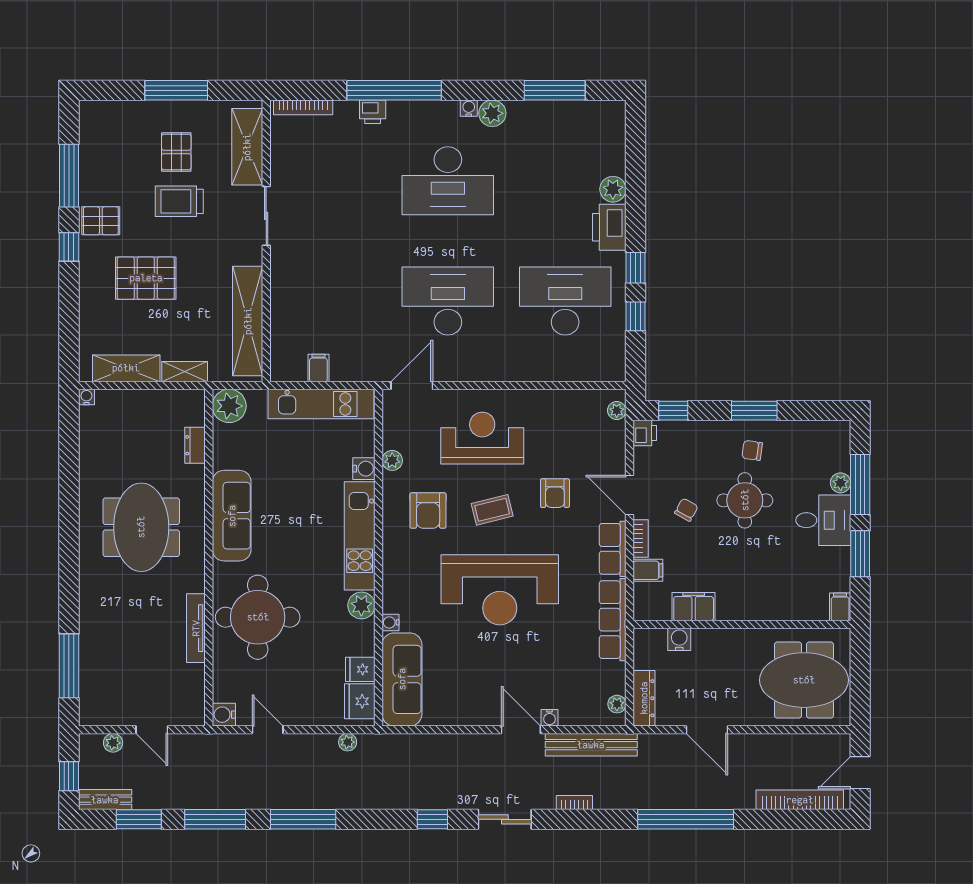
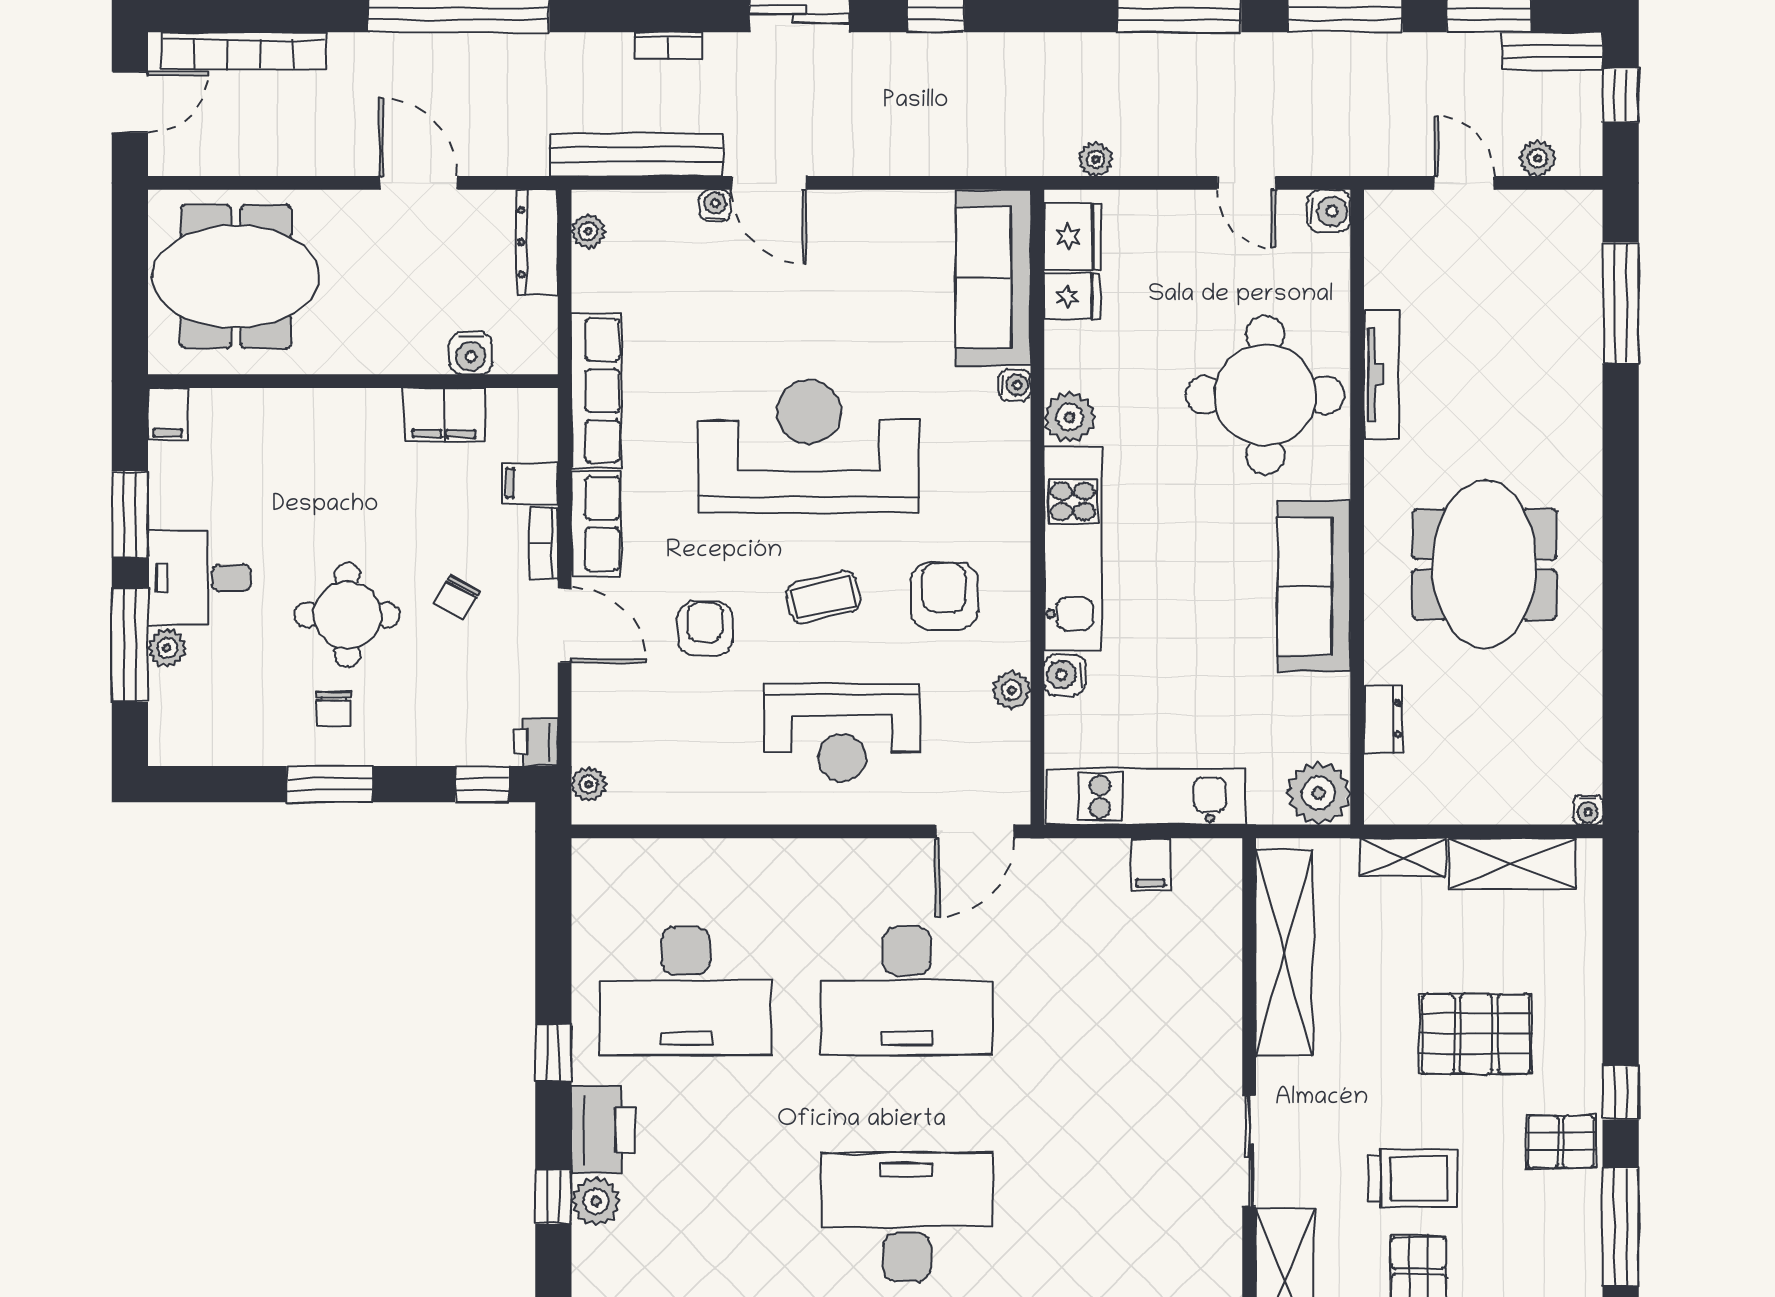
window: (635, 316) -> (553, 1197), moved
chair: (752, 450) -> (333, 709), turned 82

